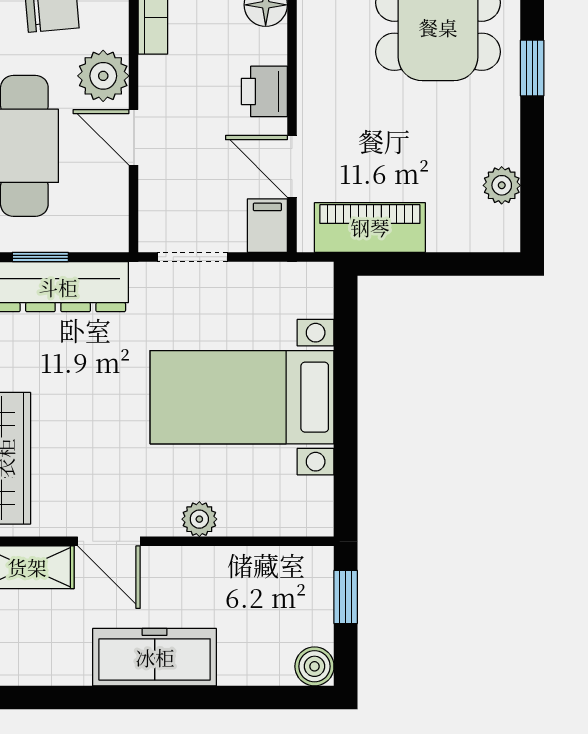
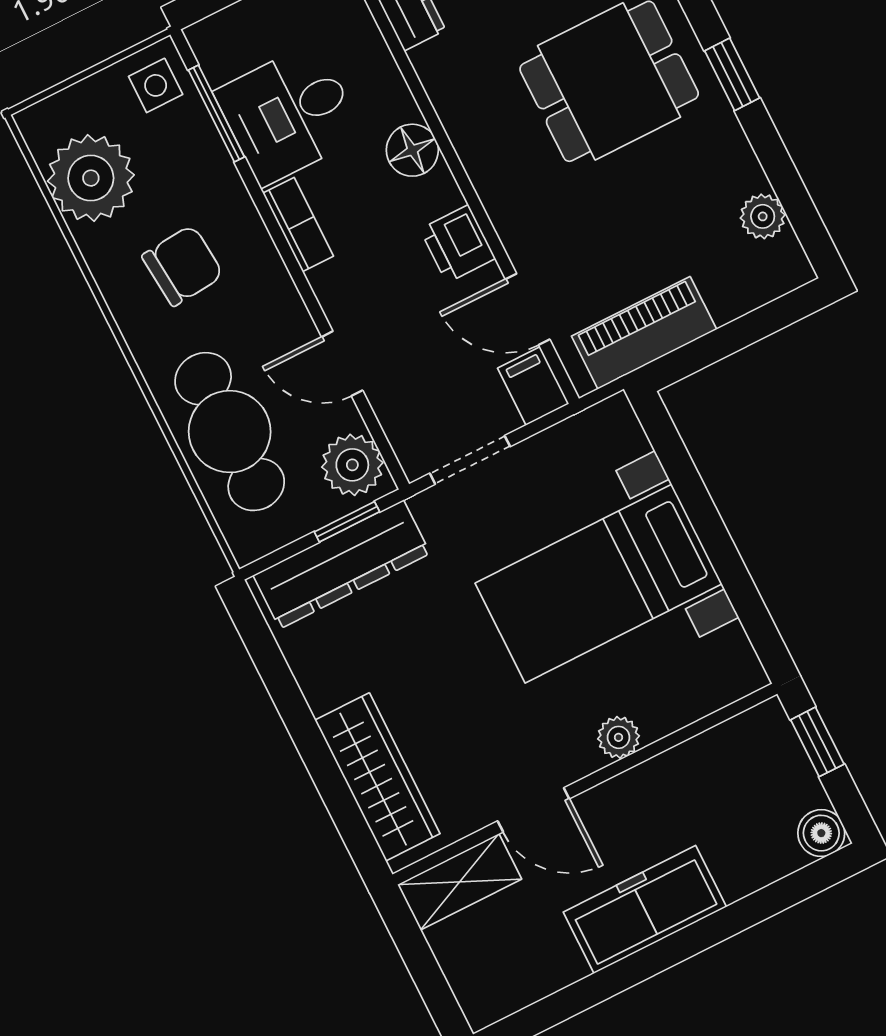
plant: (103, 76) -> (352, 465), moved
window: (40, 257) -> (347, 522), moved

